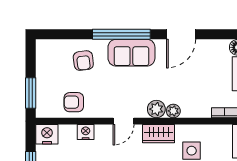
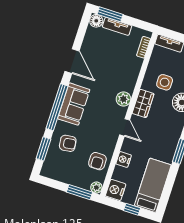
window: (68, 34) -> (43, 149), added
plant: (173, 111) -> (96, 188), moved

